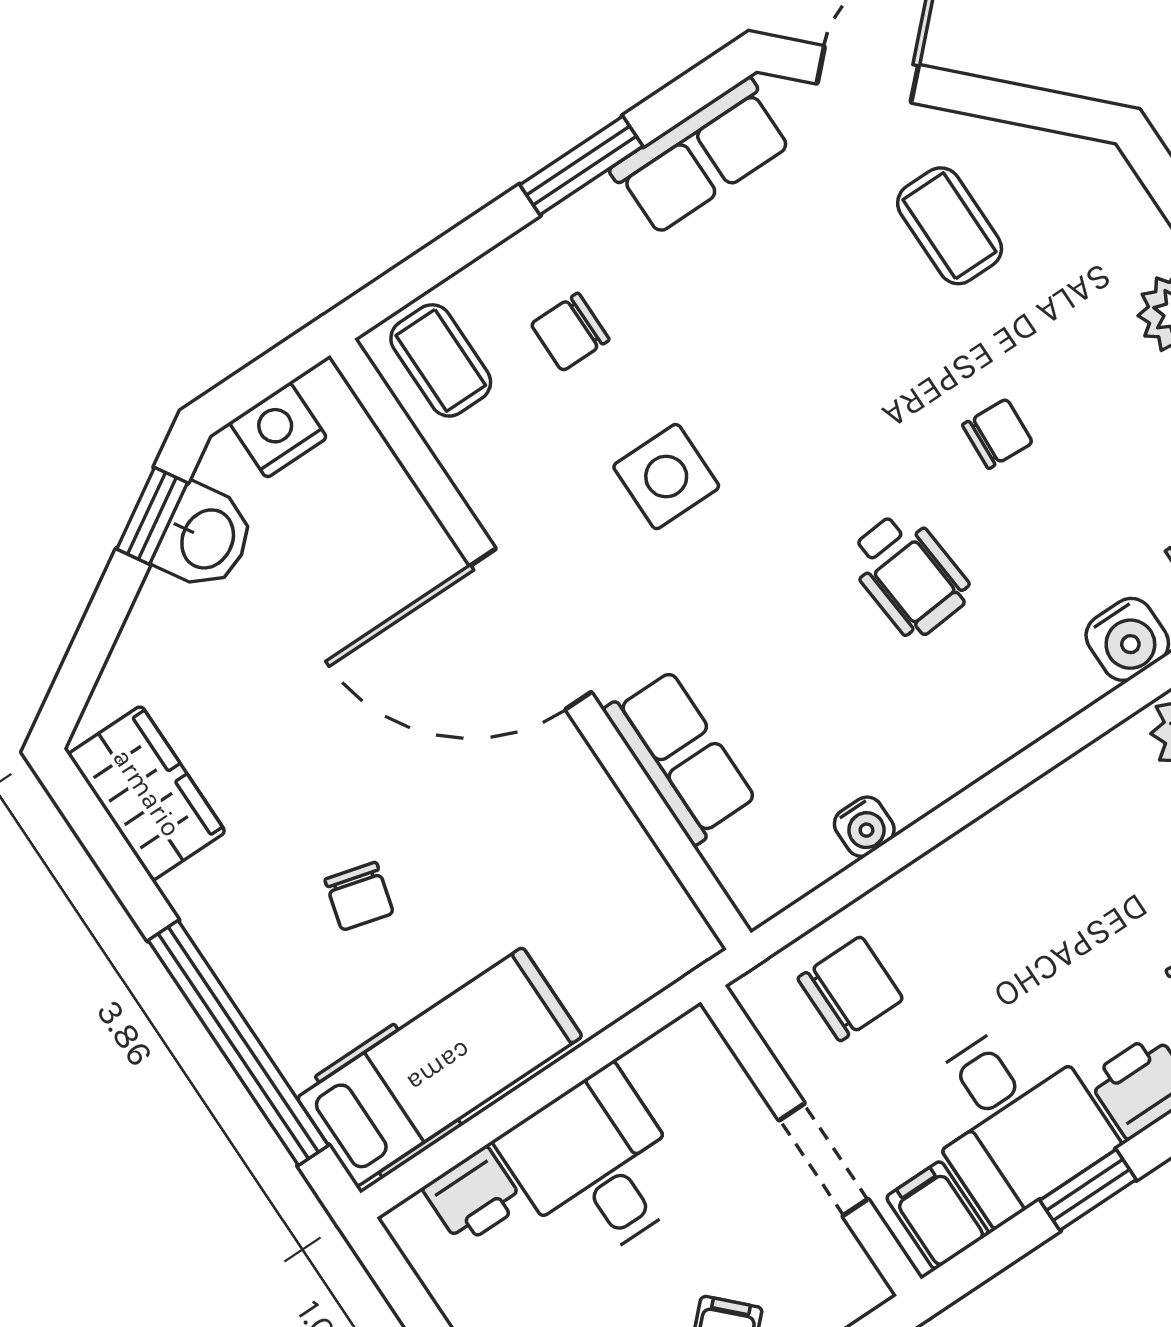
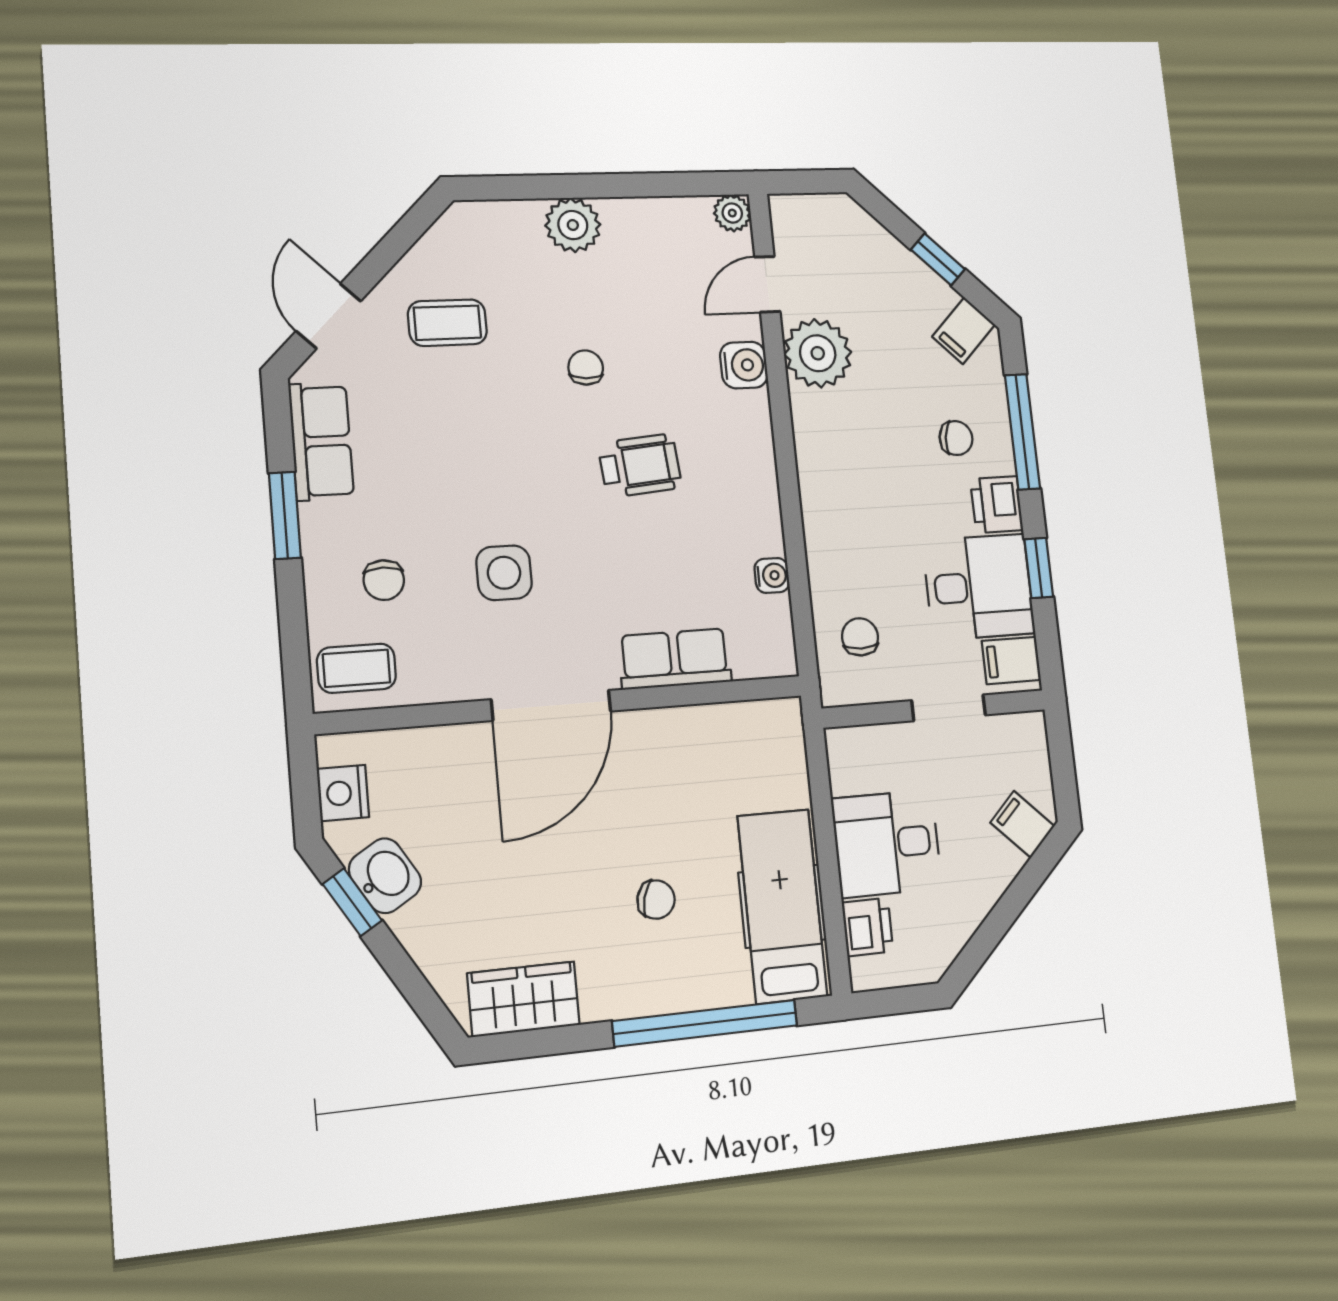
chair: (850, 989) -> (860, 637), width x0.73, depth x0.73

